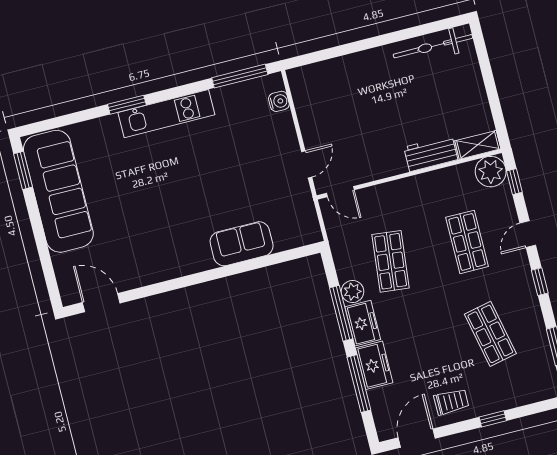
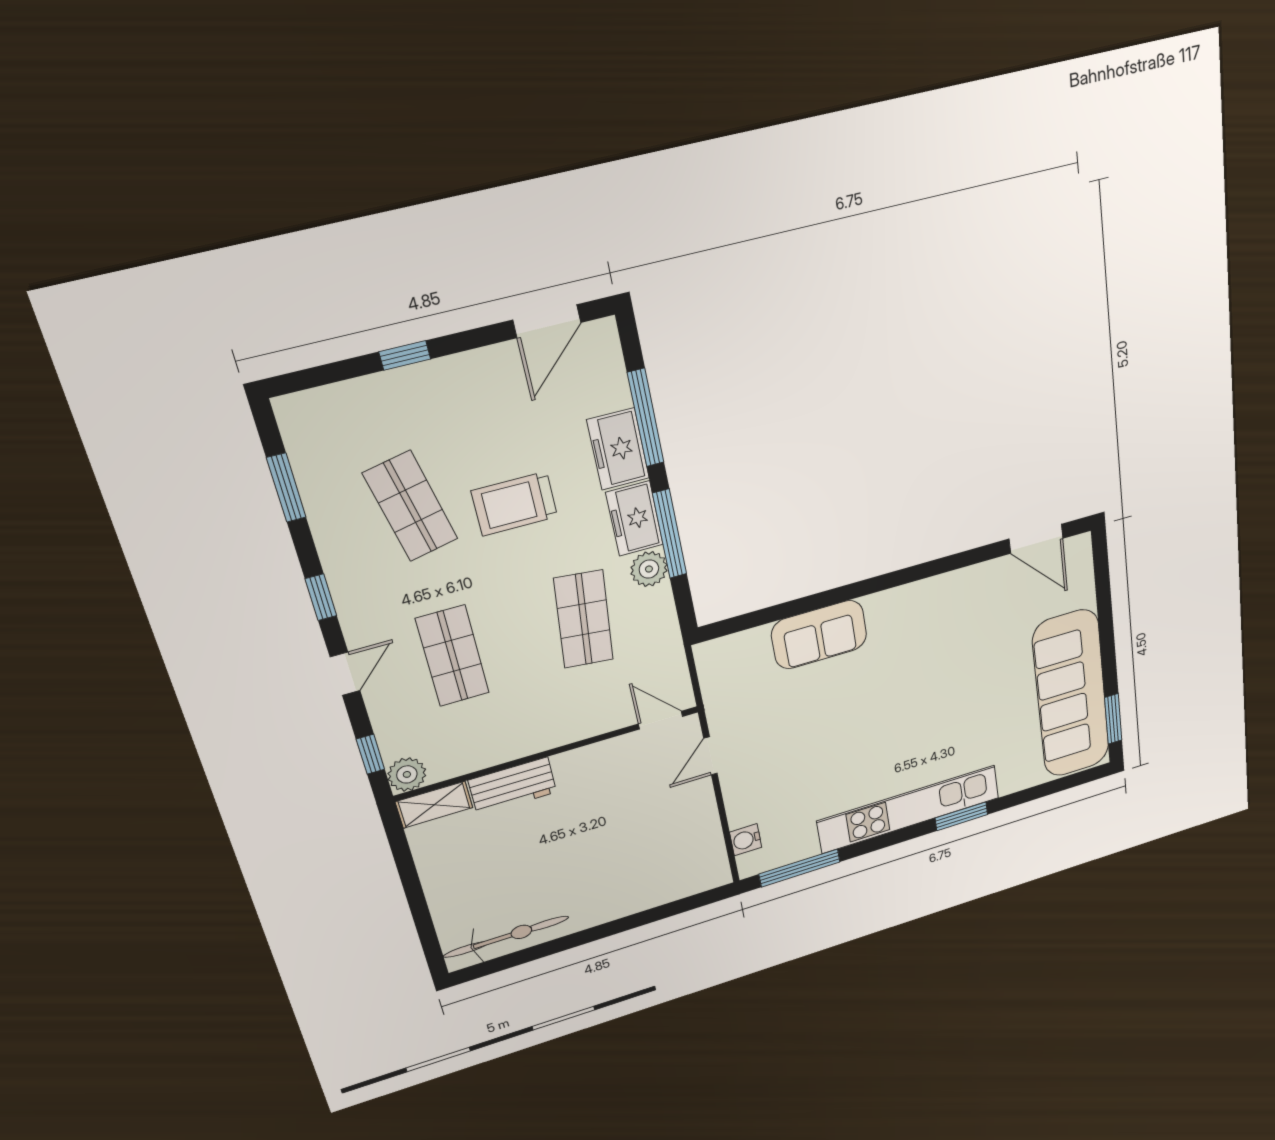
kitchen unit: (166, 114) -> (909, 809), width x1.36
plant: (491, 172) -> (407, 774), width x0.73, depth x0.73
trolley: (451, 402) -> (515, 504), moved, width x1.36, depth x1.39

